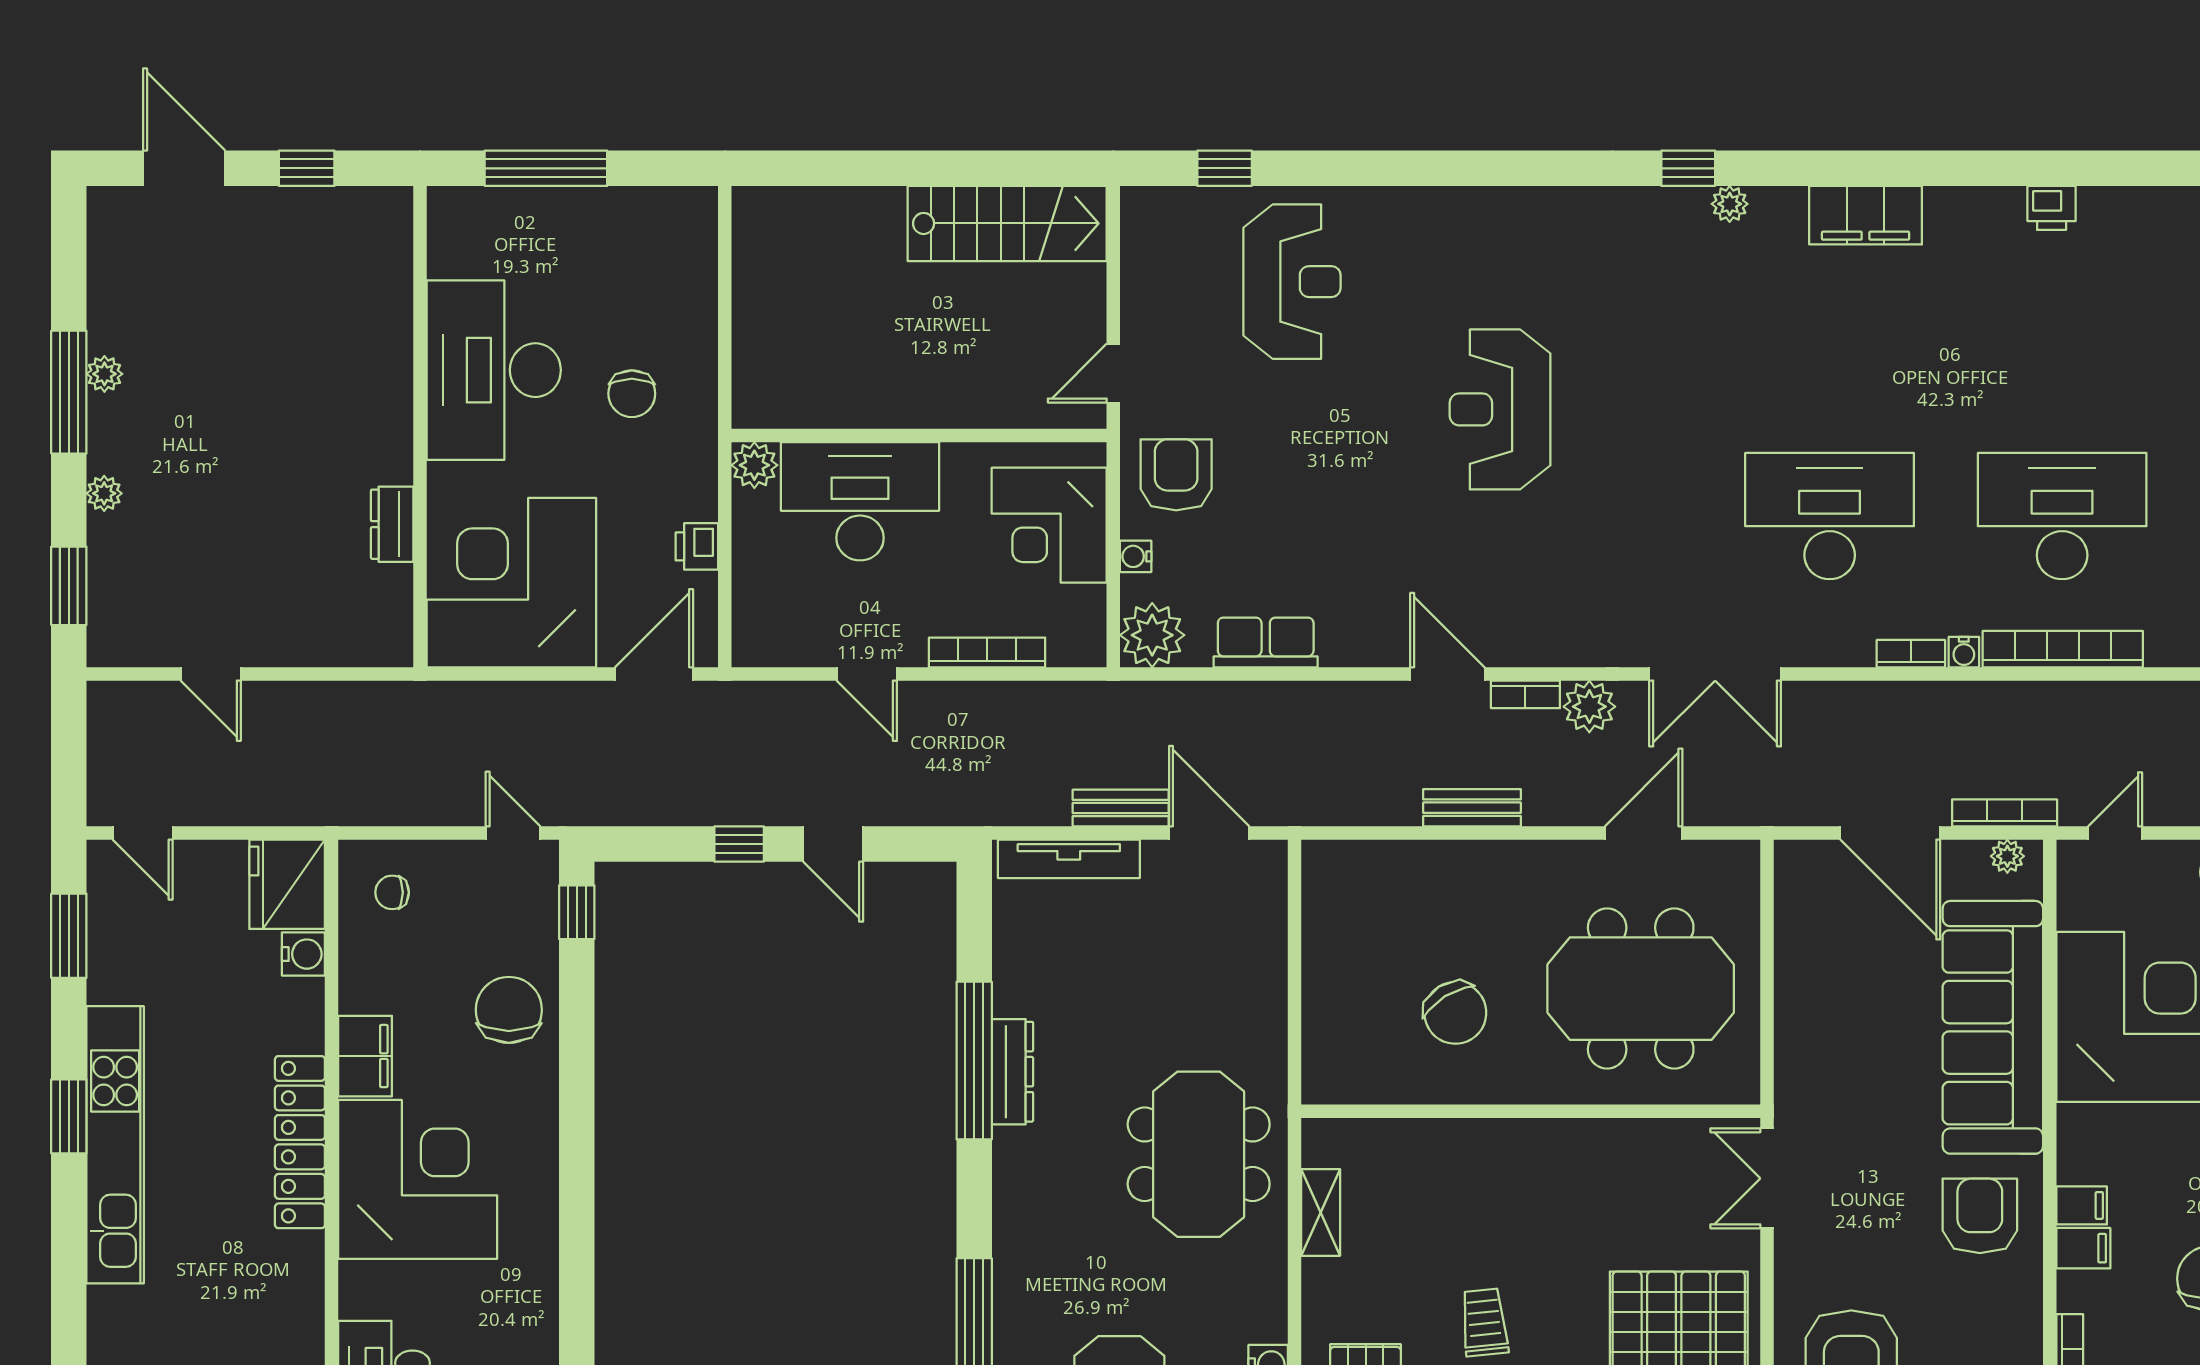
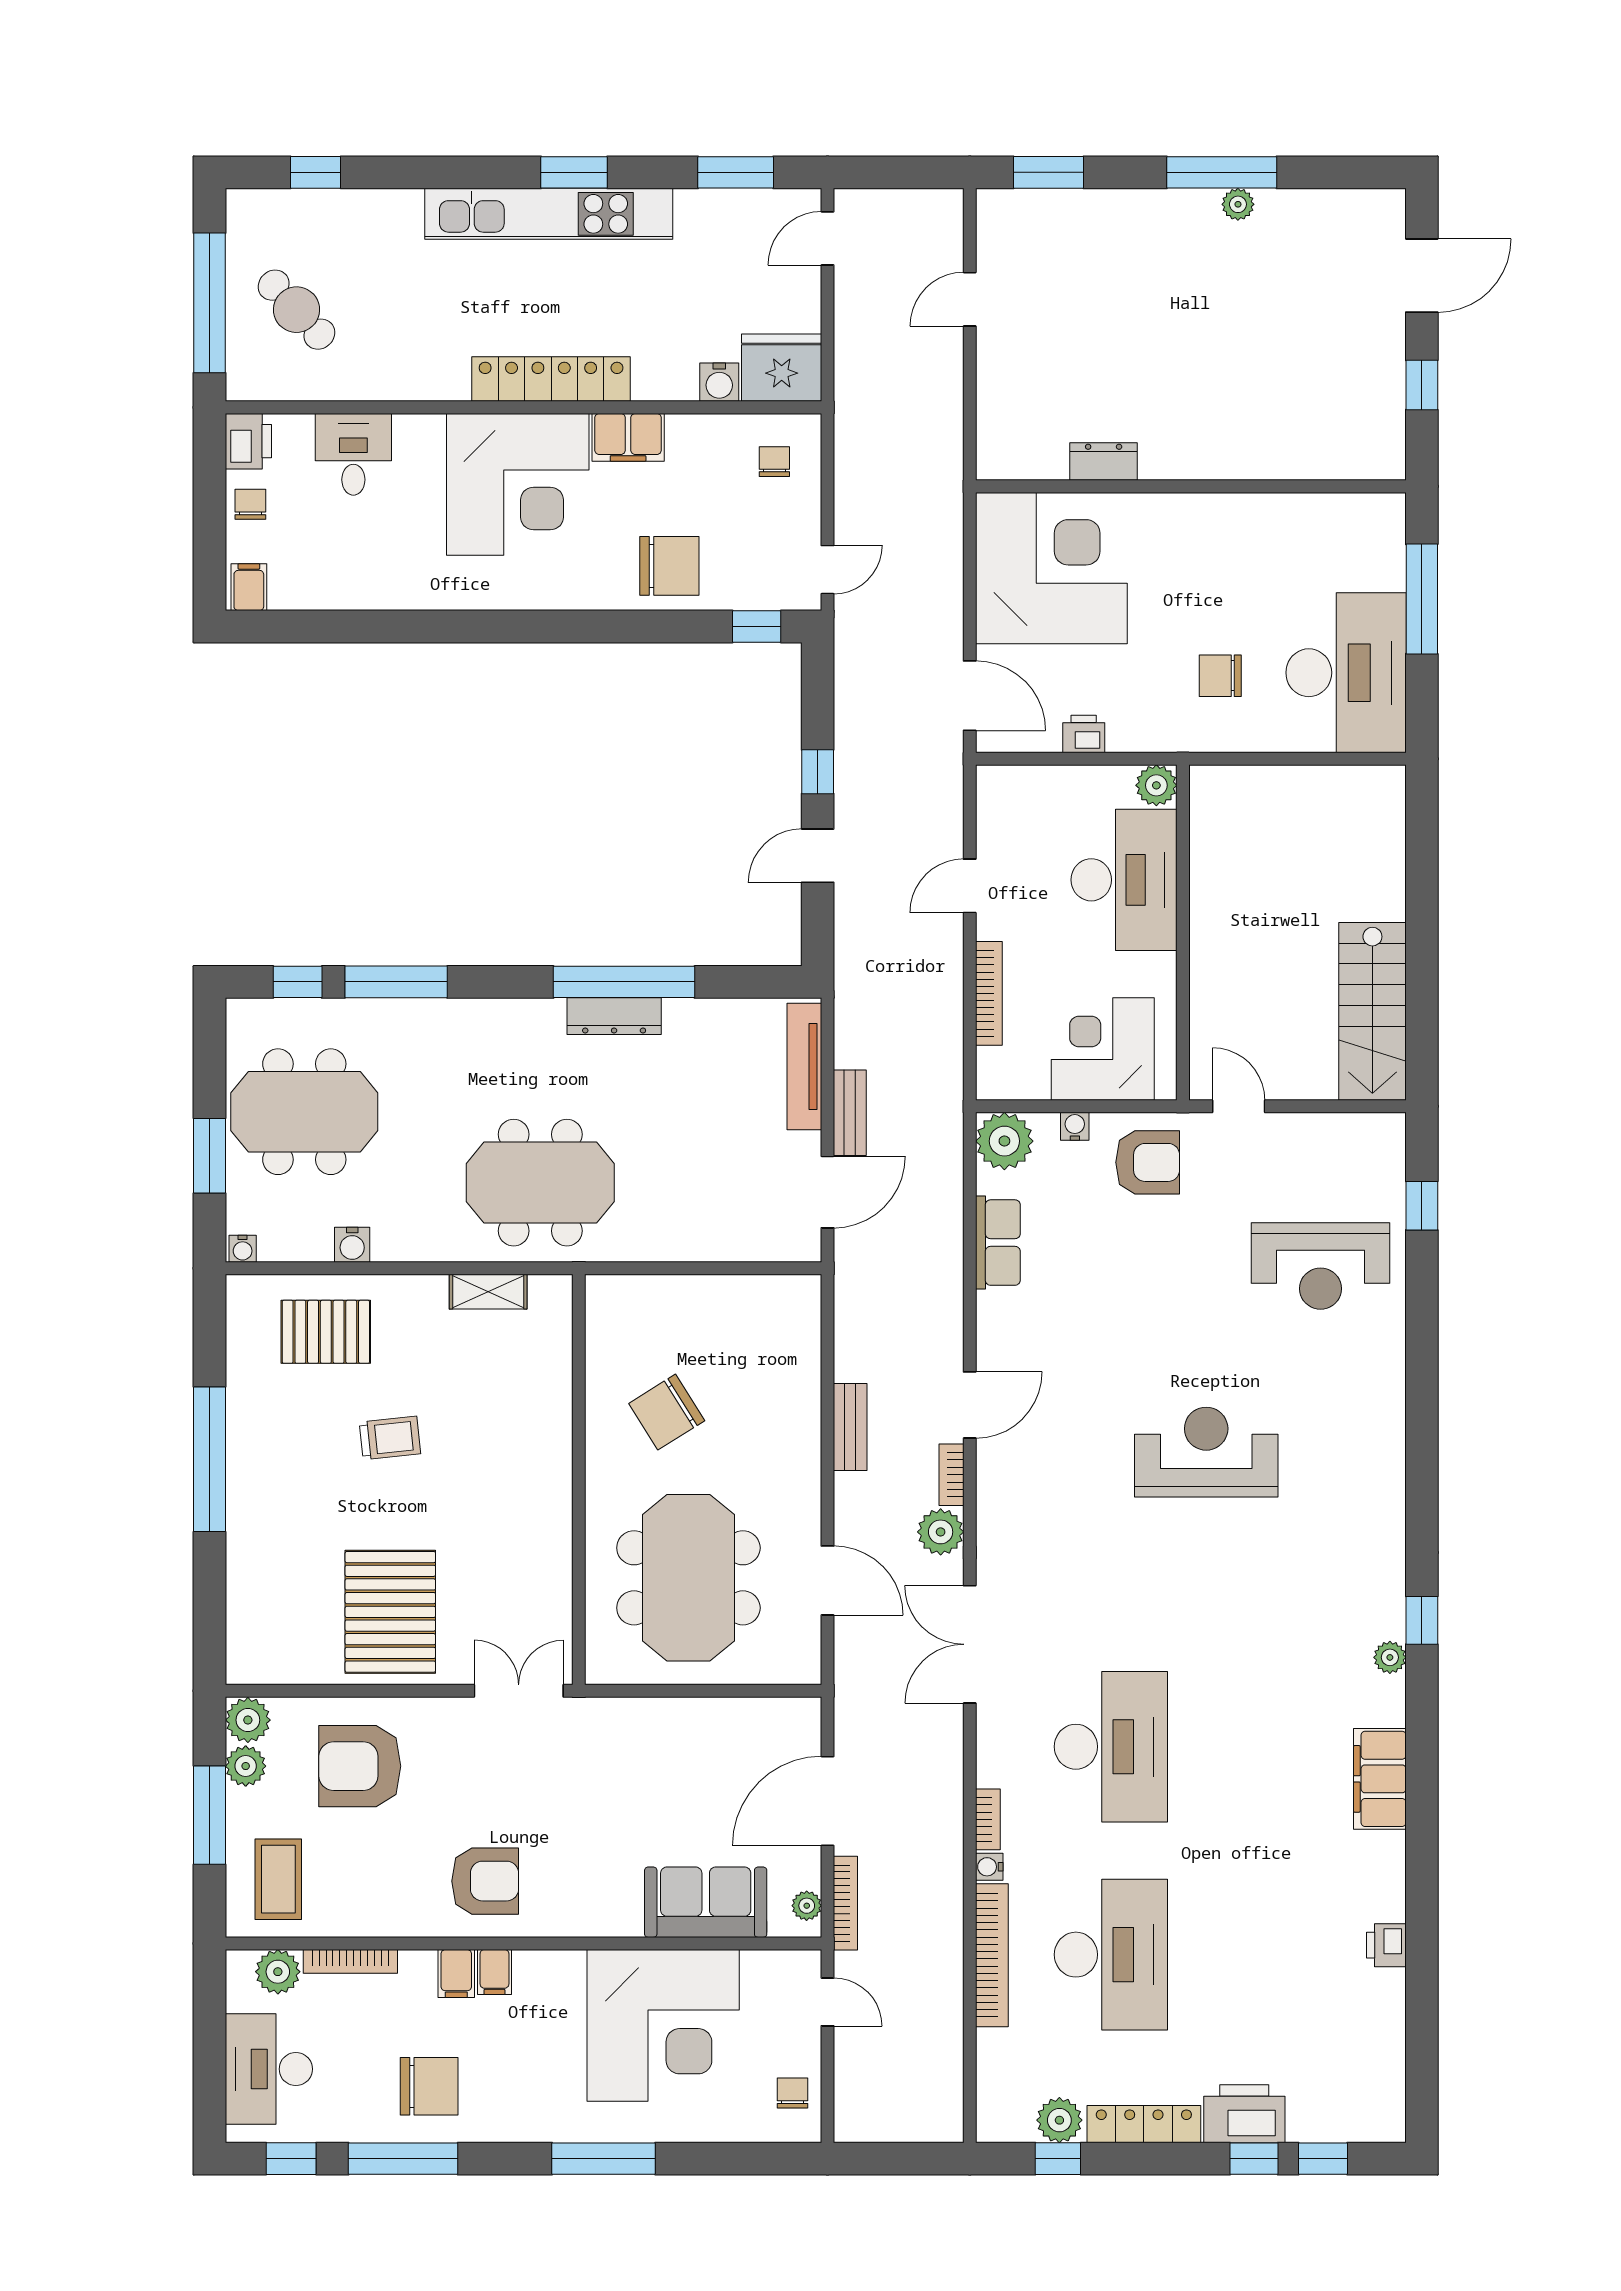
desk: (494, 370) -> (1346, 673), moved, turned 90
plant: (104, 493) -> (1131, 204), removed
sofa: (1993, 1027) -> (706, 1902), width x0.54, depth x0.79

